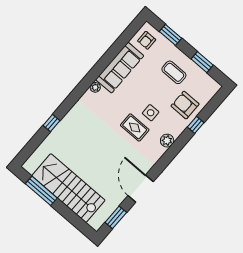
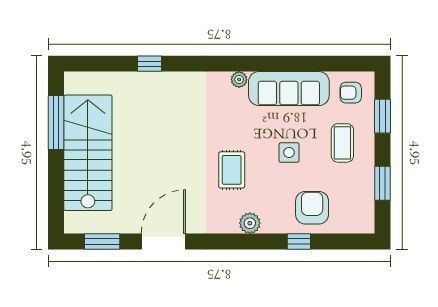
coffee table: (174, 72) -> (342, 143), moved
side table: (151, 113) -> (289, 152), moved

